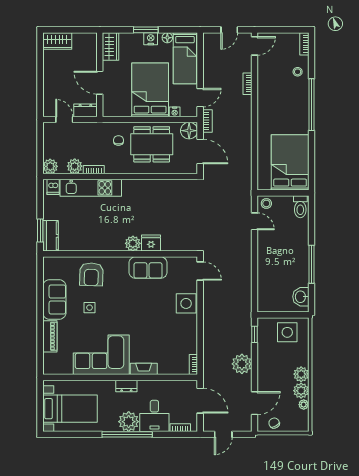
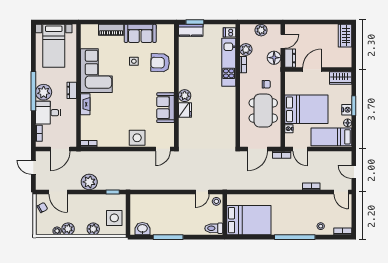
floor lamp: (189, 131) -> (274, 58), moved
plant: (50, 166) -> (261, 30), moved
plant: (301, 374) -> (93, 229), moved

